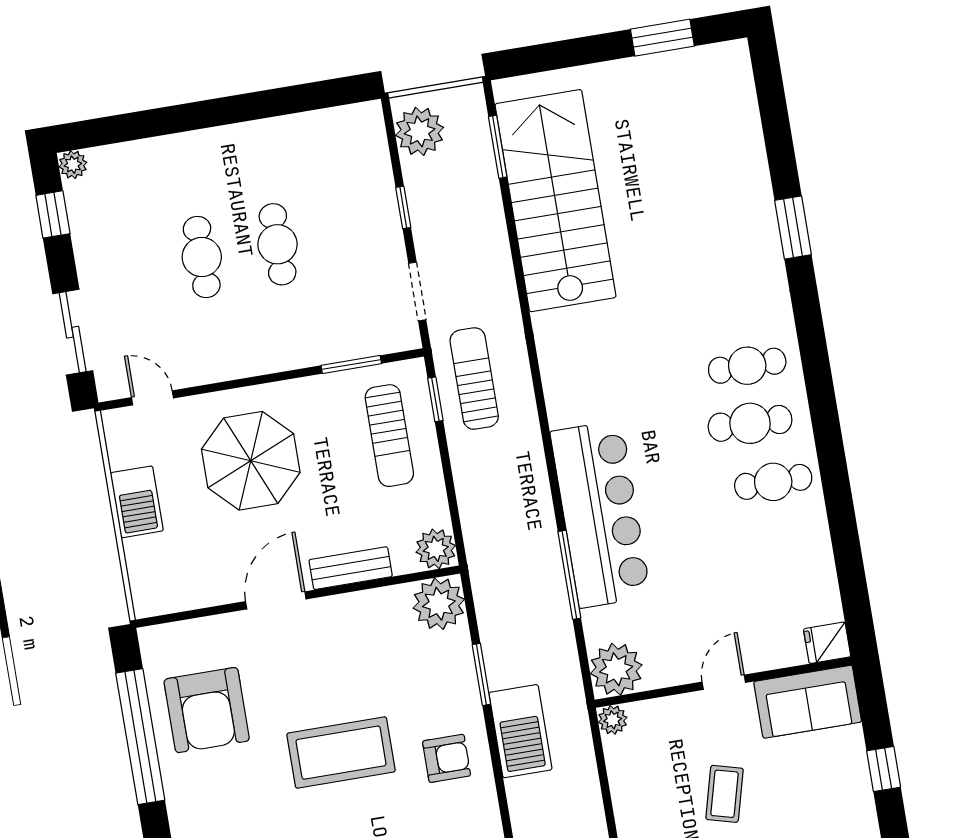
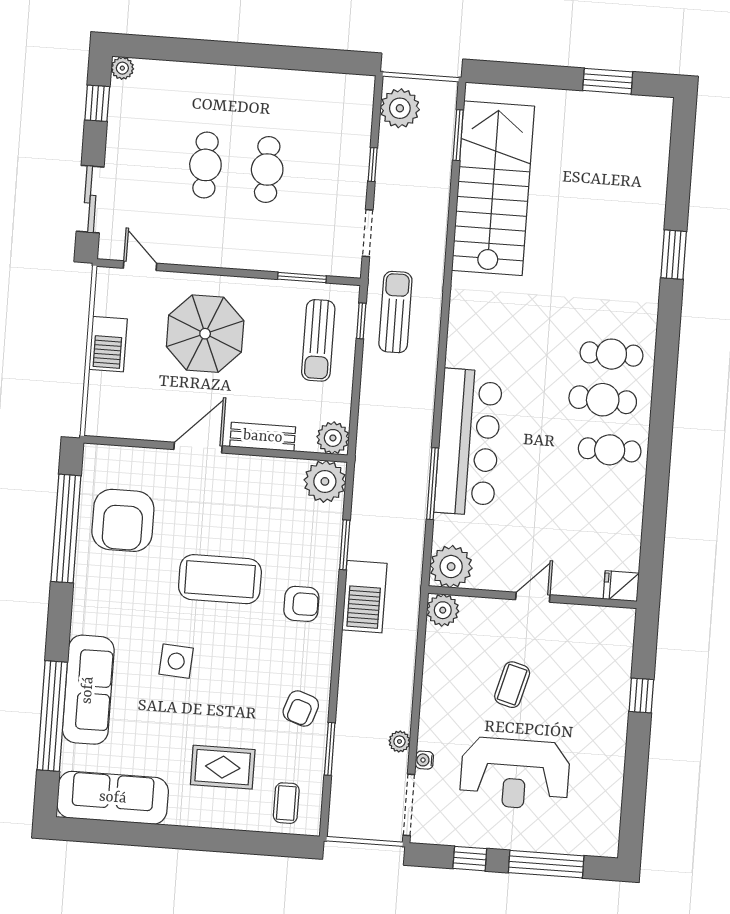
sofa: (808, 702) -> (595, 628), removed
plant: (613, 720) -> (443, 610), width x1.38, depth x1.38

